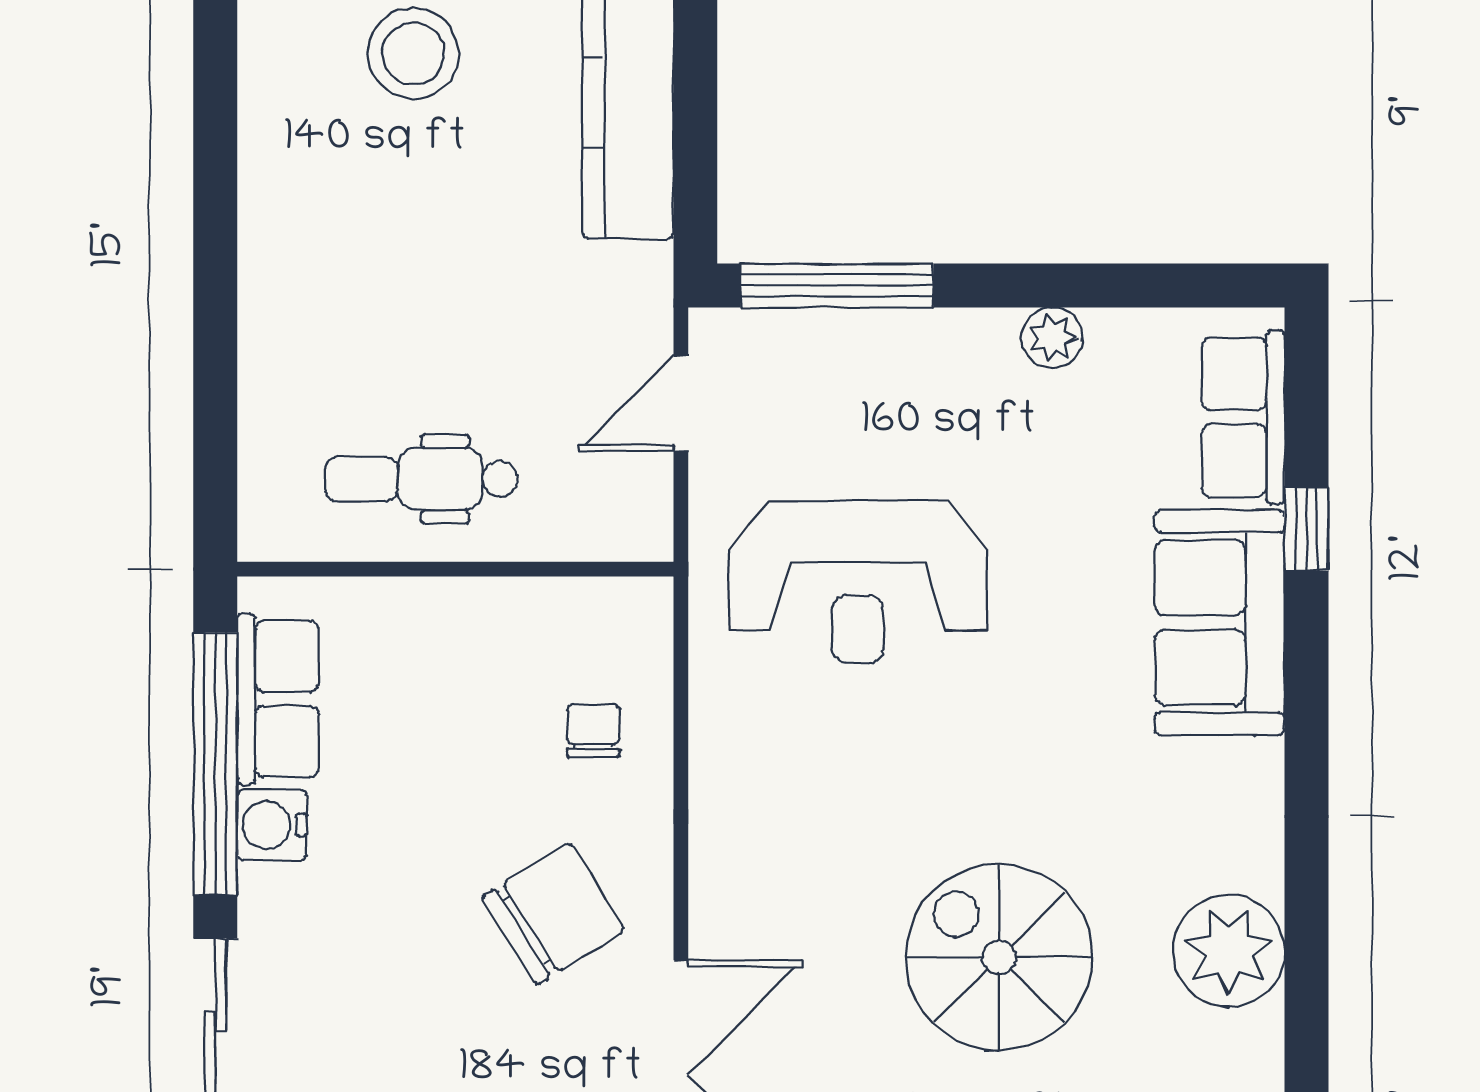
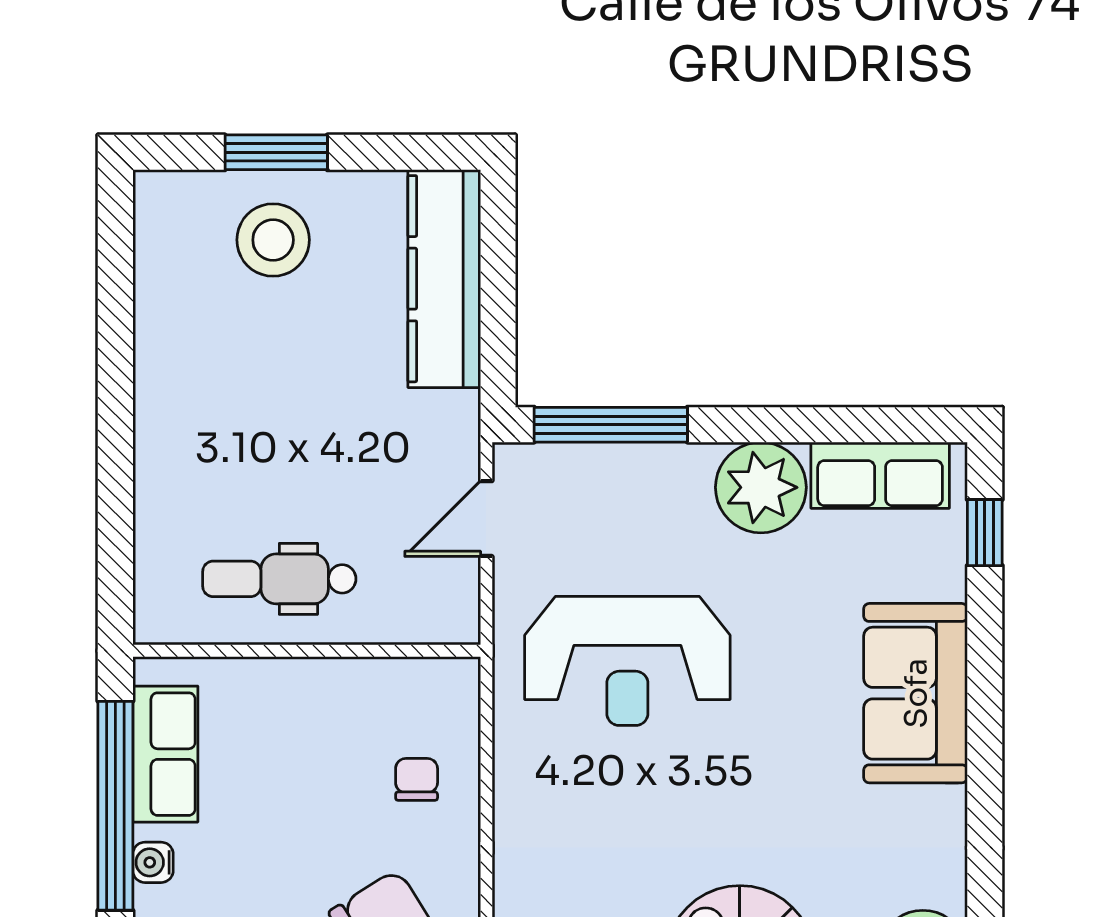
plant: (1052, 338) -> (761, 487), width x1.87, depth x1.87
row of seats: (1243, 417) -> (880, 475), moved, turned -90
window: (1306, 529) -> (985, 533), moved
water cooler: (272, 825) -> (153, 862), width x0.72, depth x0.72

